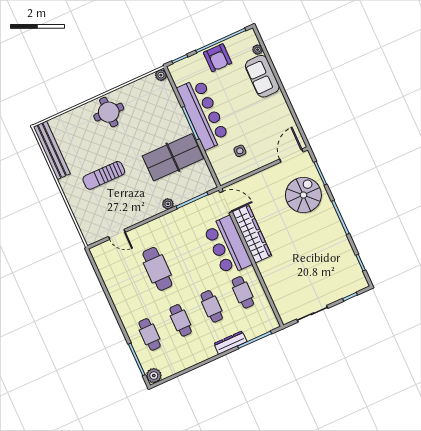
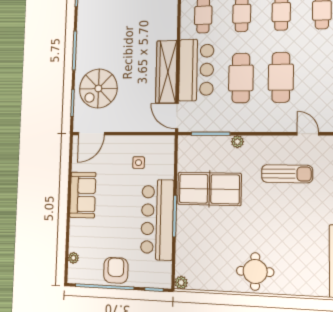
sofa: (262, 76) -> (83, 195), moved
sun lounger: (104, 175) -> (287, 174), moved
cafe table: (188, 255) -> (241, 78), added

